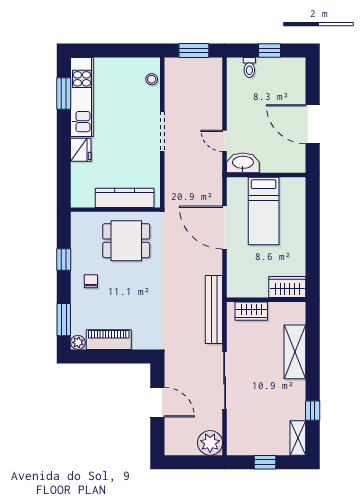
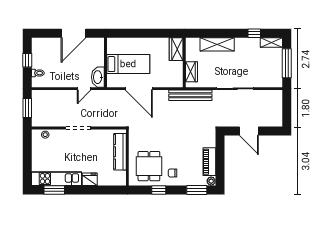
door: (225, 228) -> (139, 89), hinge flipped
dining table: (126, 241) -> (149, 166), moved
door: (157, 402) -> (249, 131), swing flipped
plant: (210, 443) -> (274, 98), removed
window: (265, 462) -> (287, 63), width x2.17

